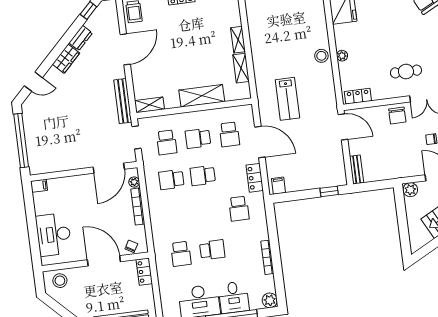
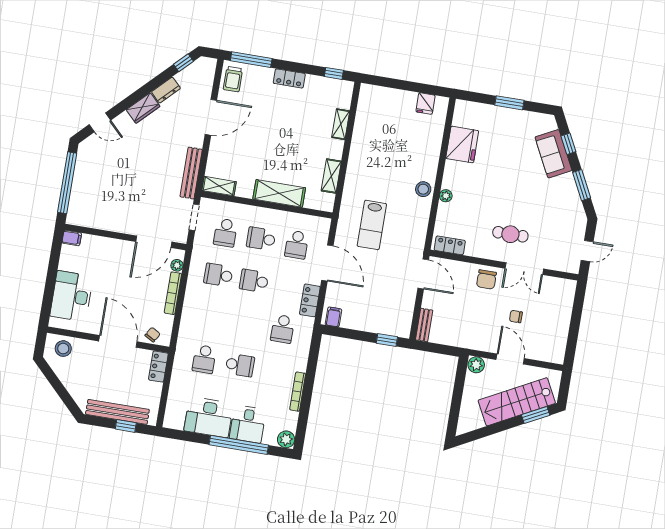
shelving: (238, 40) -> (341, 124), moved

